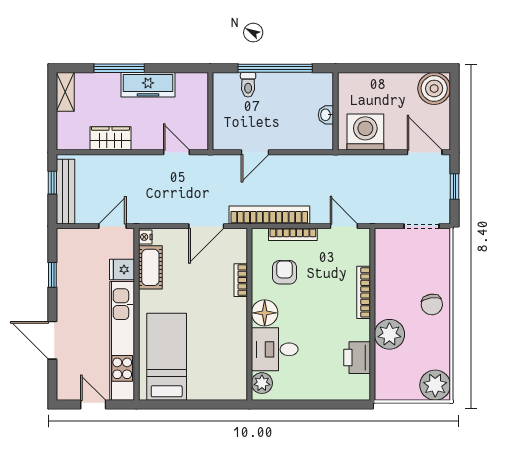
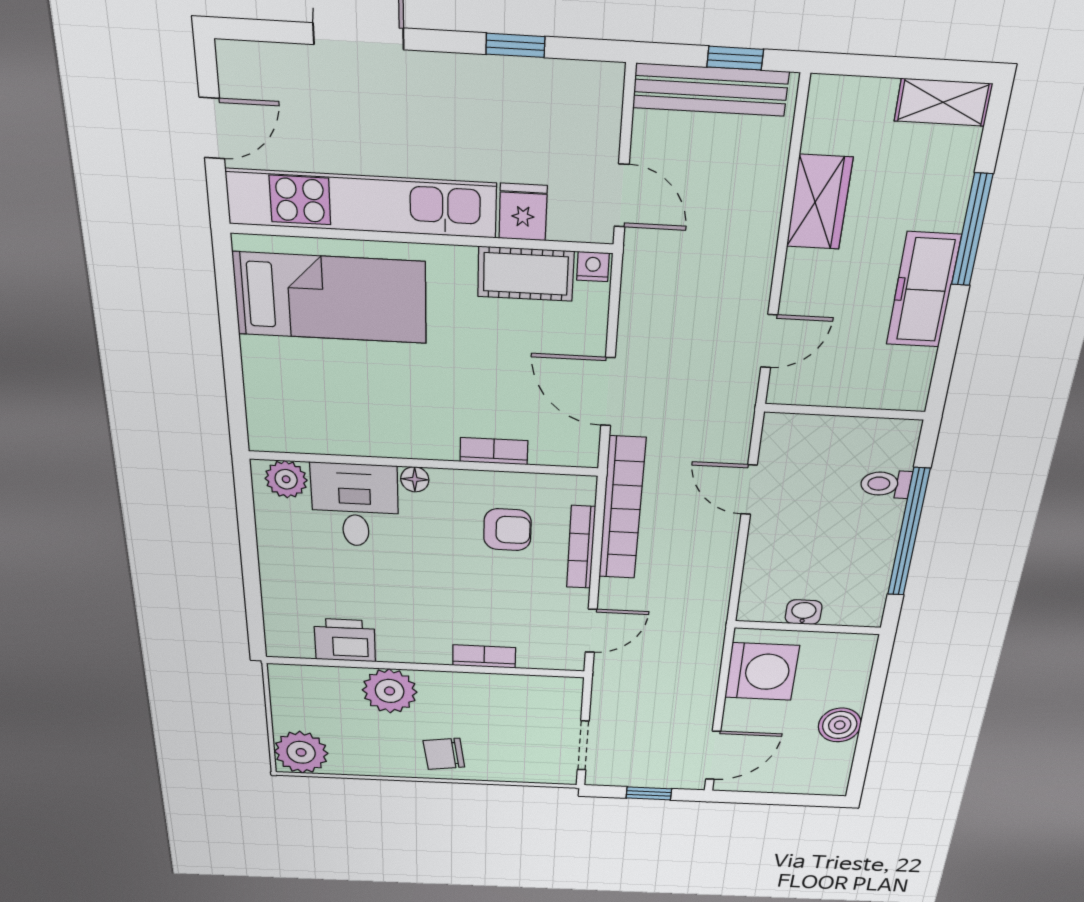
boiler: (434, 88) -> (840, 725), moved, width x0.73, depth x0.73
bookcase: (364, 292) -> (484, 656), width x0.64
floor lamp: (265, 313) -> (415, 479), width x0.53, depth x0.53

